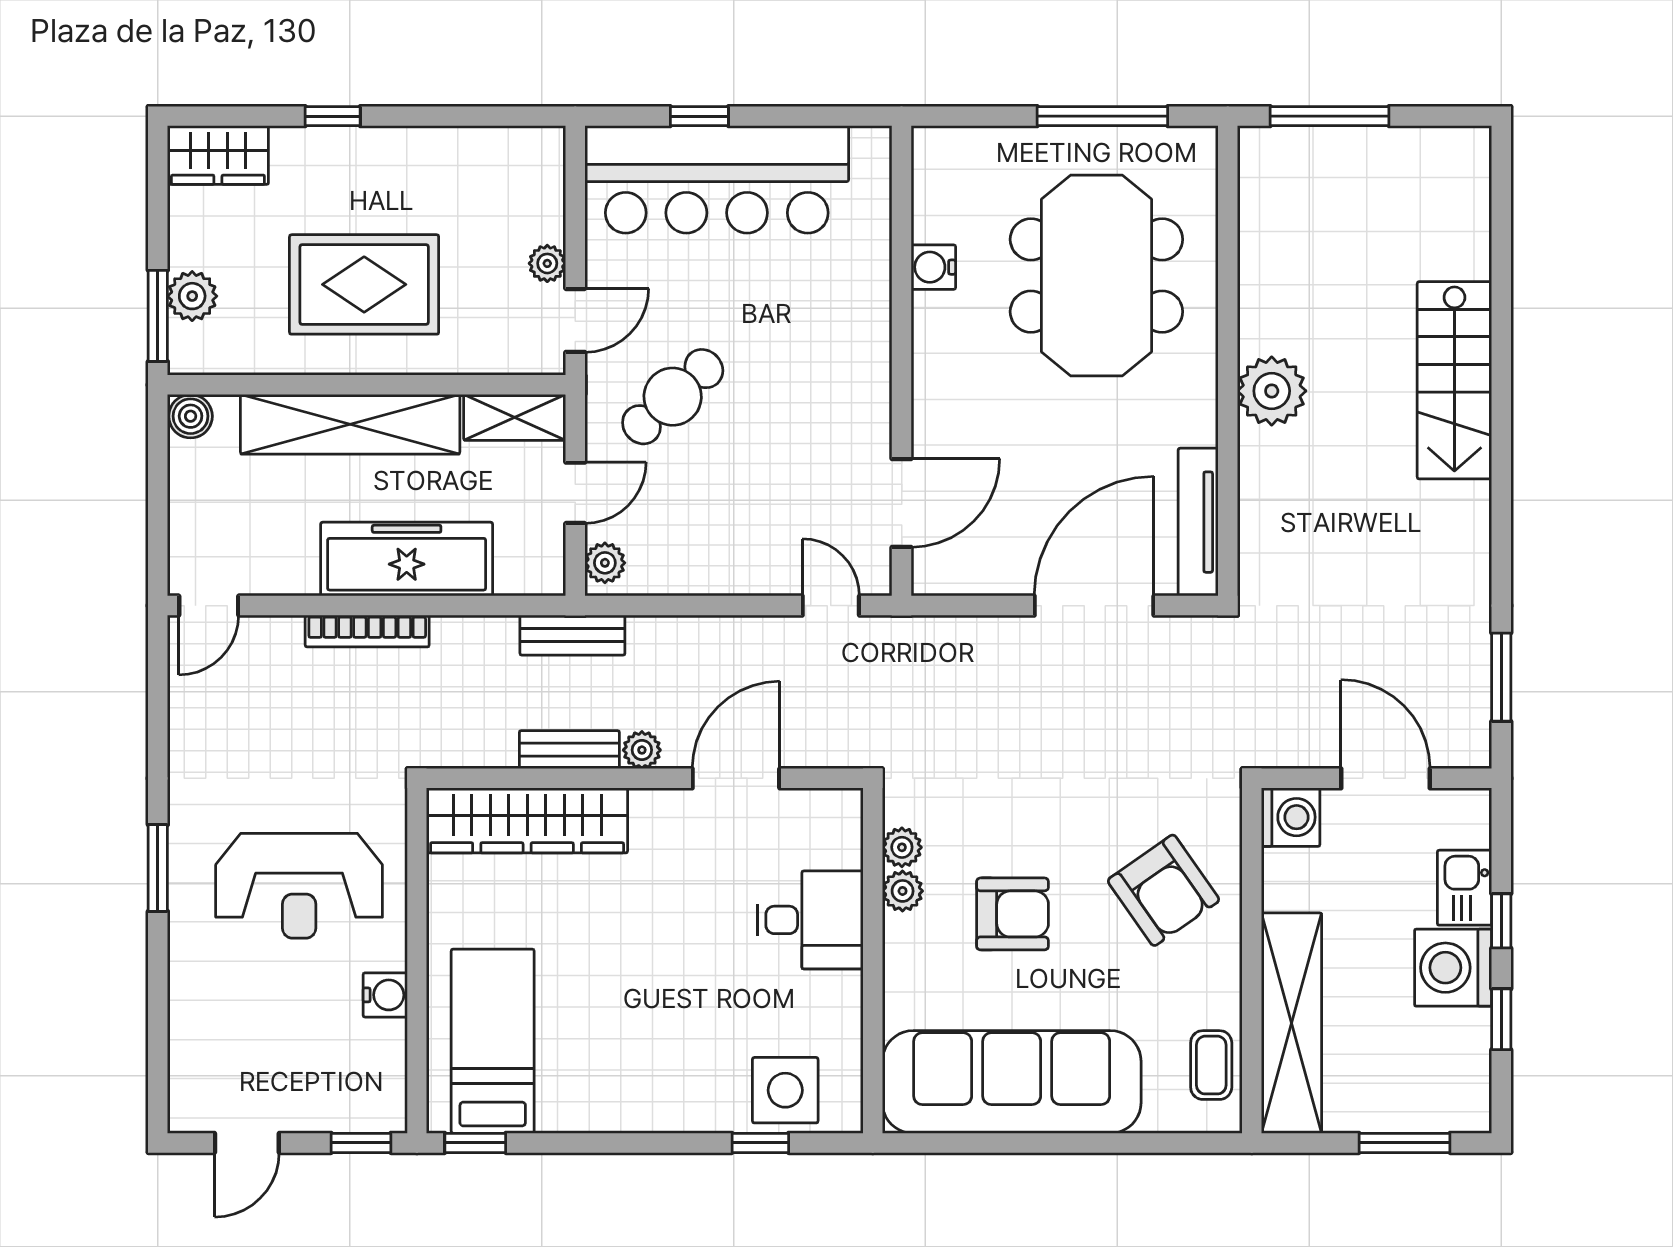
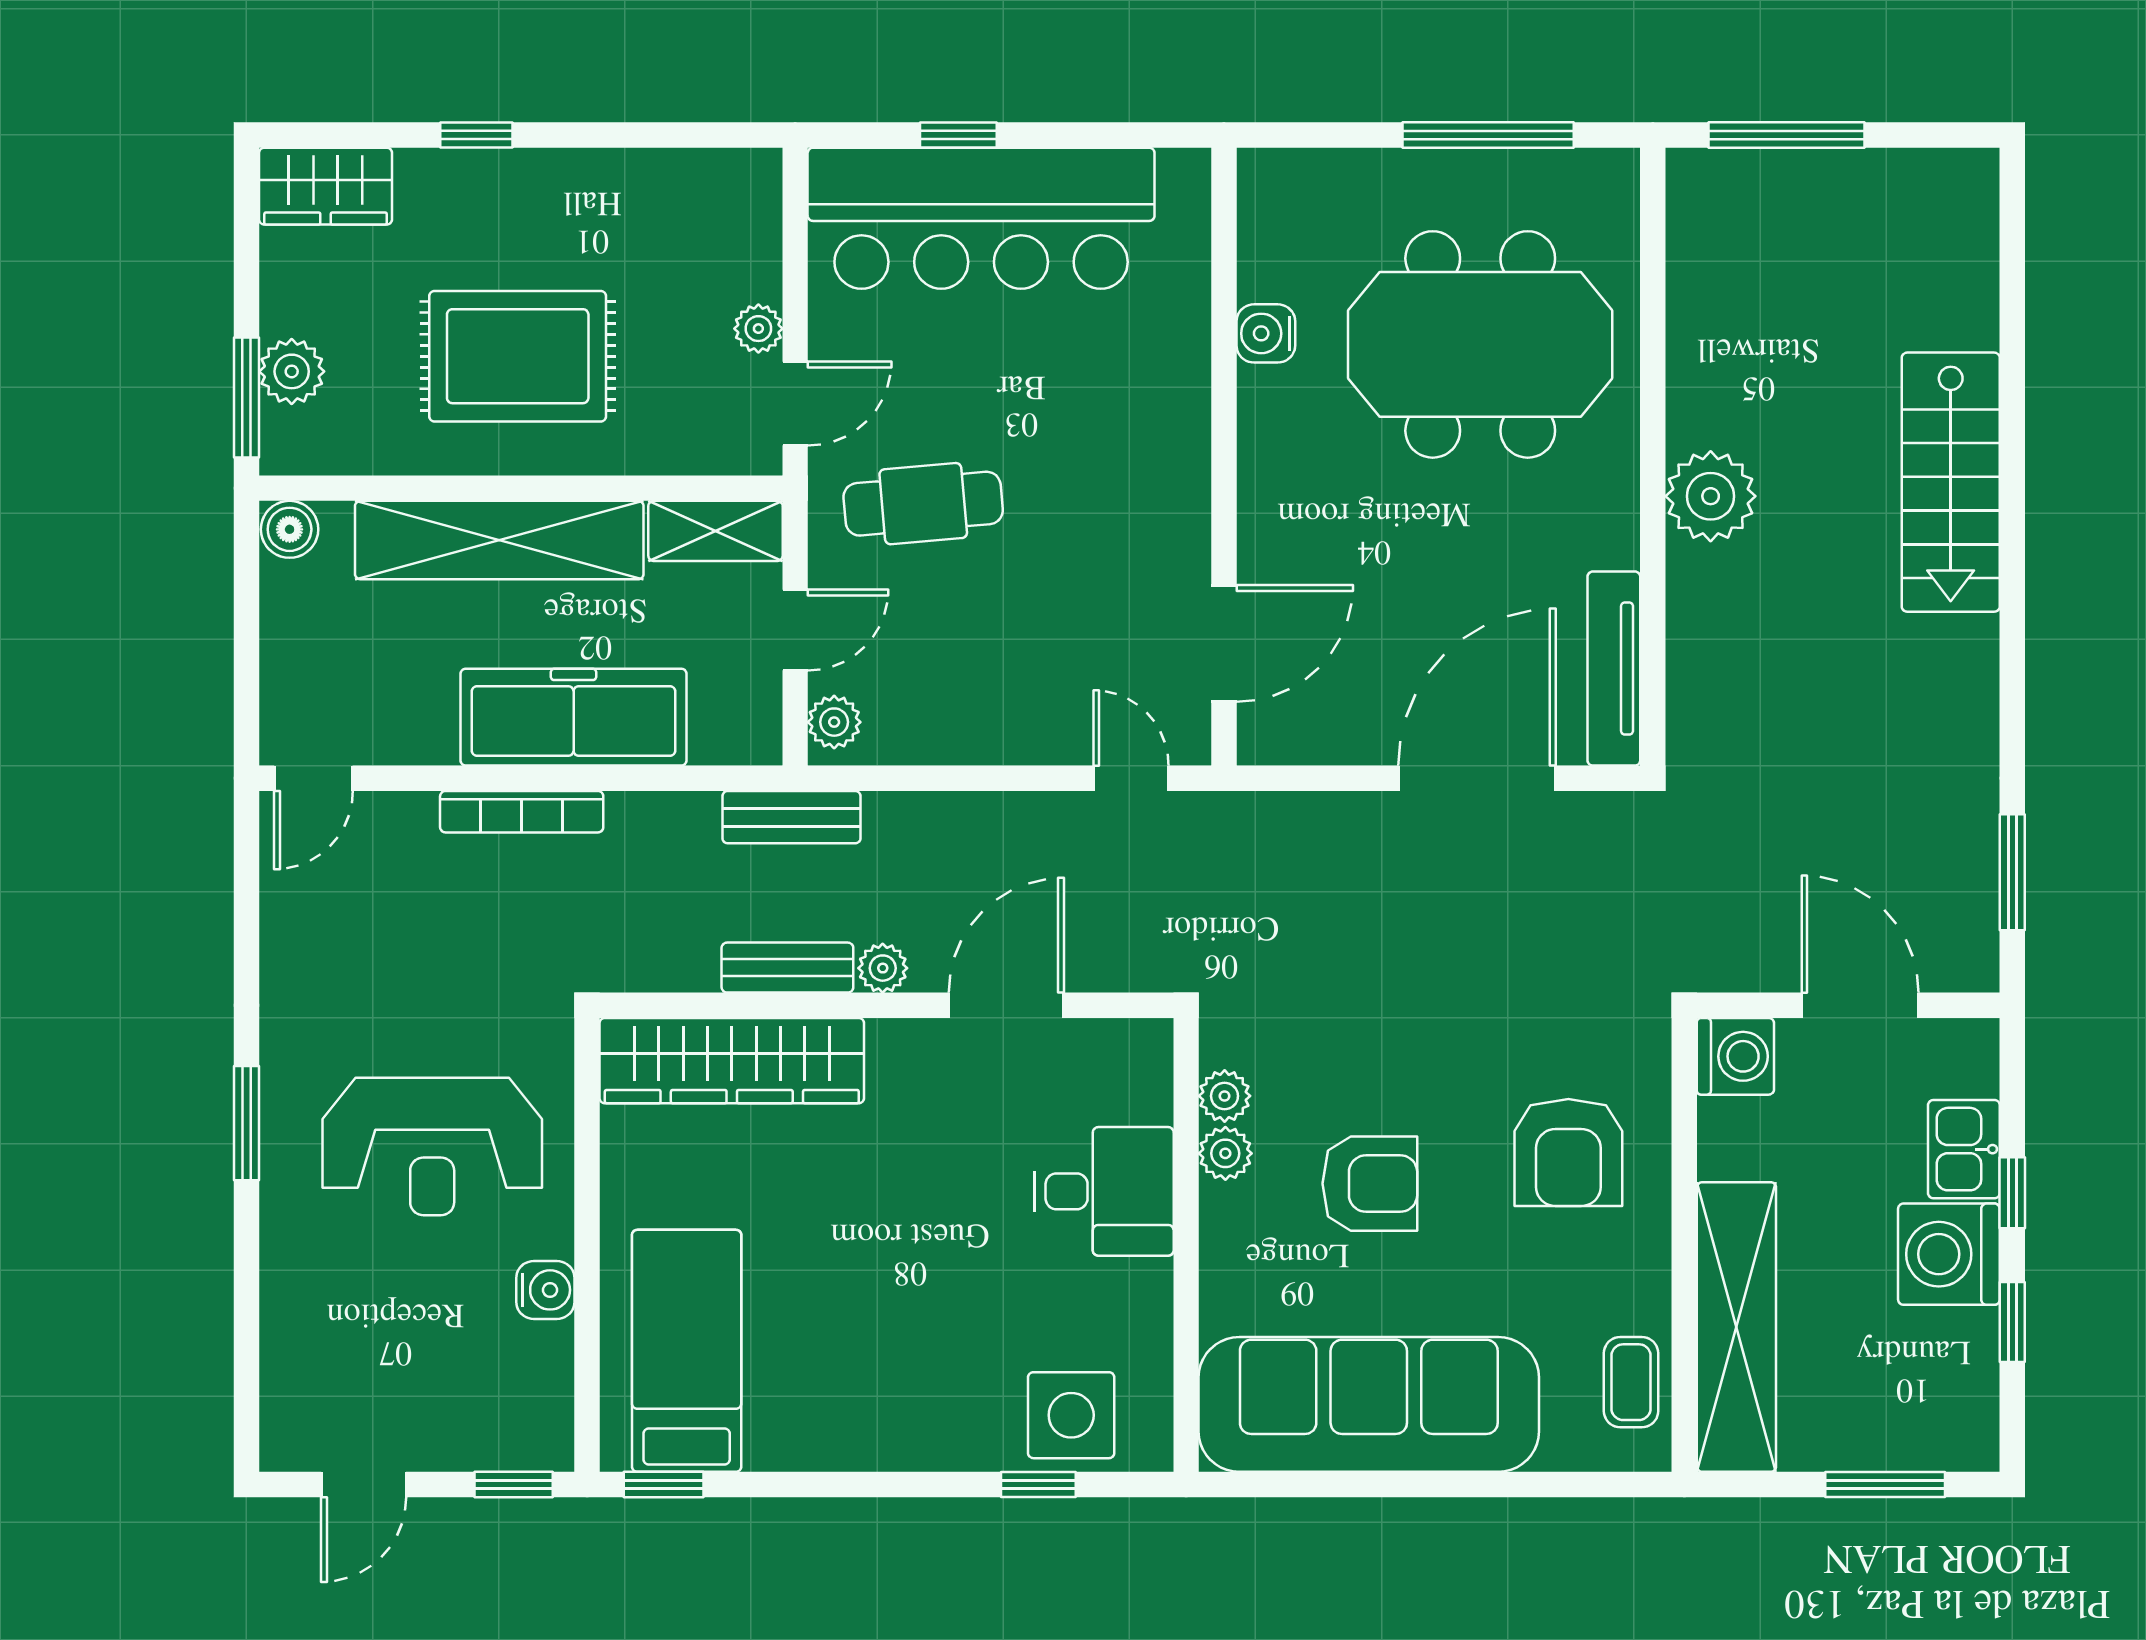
meeting table: (1096, 275) -> (1480, 344), turned 90
cafe table: (673, 397) -> (923, 504), turned 37
armchair: (1164, 890) -> (1568, 1152), turned 35

